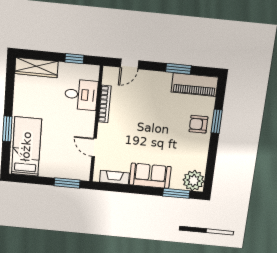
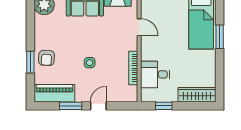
door: (130, 64) -> (98, 106), moved
side table: (152, 115) -> (90, 63), added
armchair: (198, 124) -> (46, 58), turned 93

